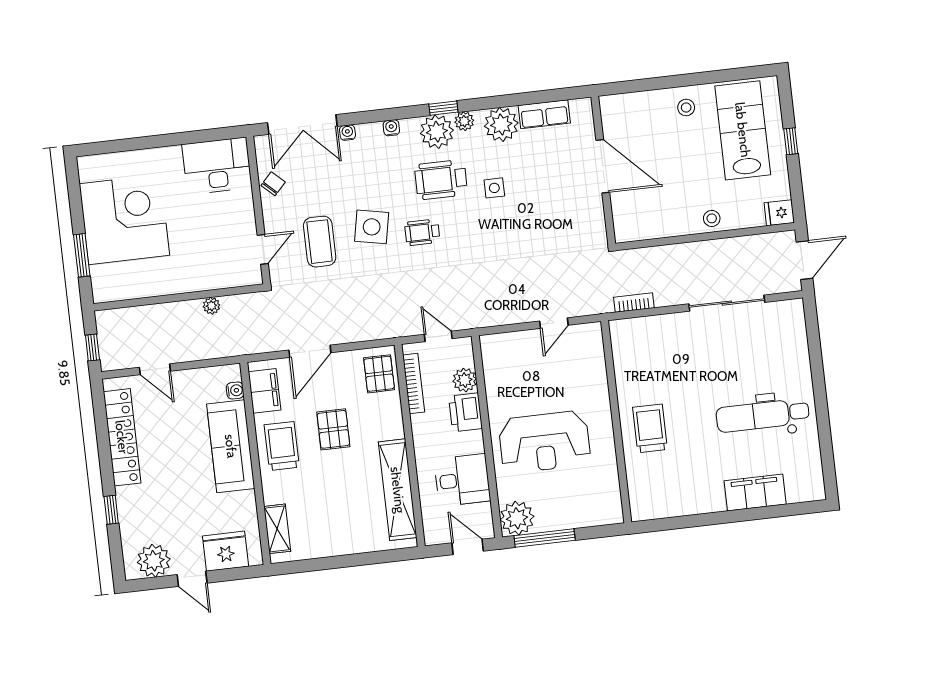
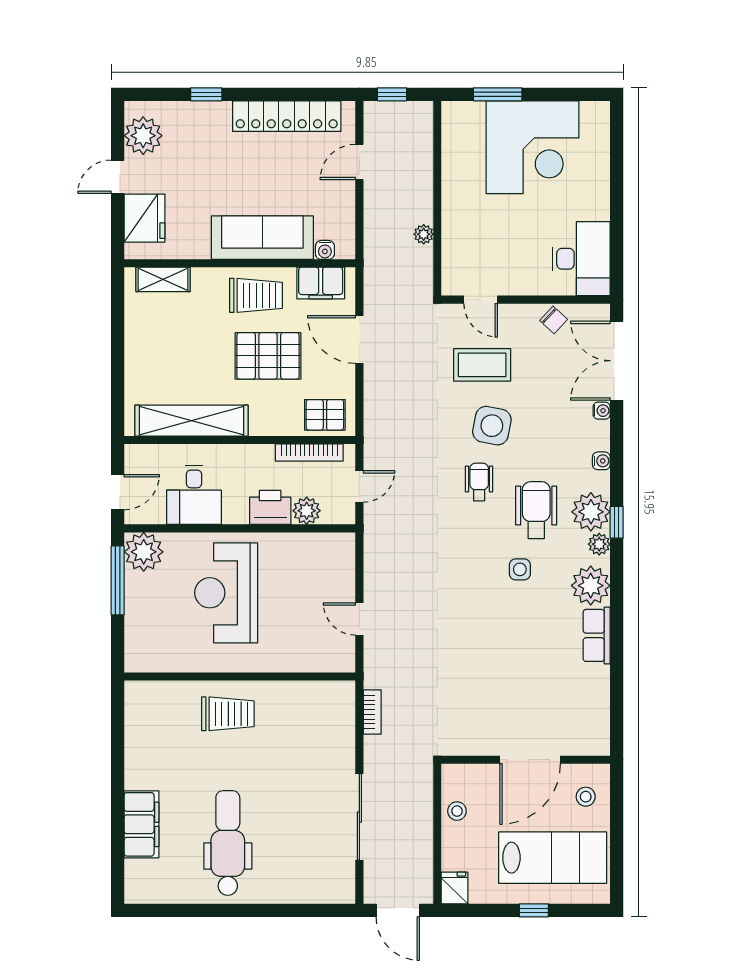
door: (603, 166) -> (530, 760), moved
wall: (603, 170) -> (526, 760), moved
pallet: (333, 429) -> (268, 356), width x1.50, depth x1.42

